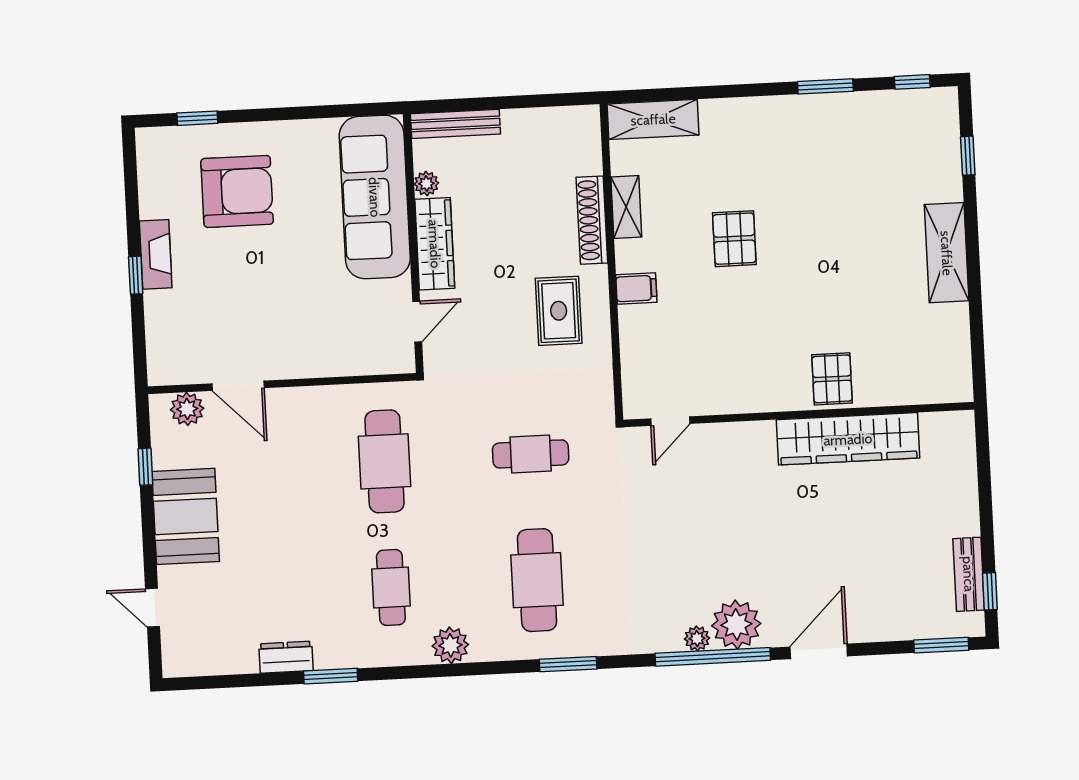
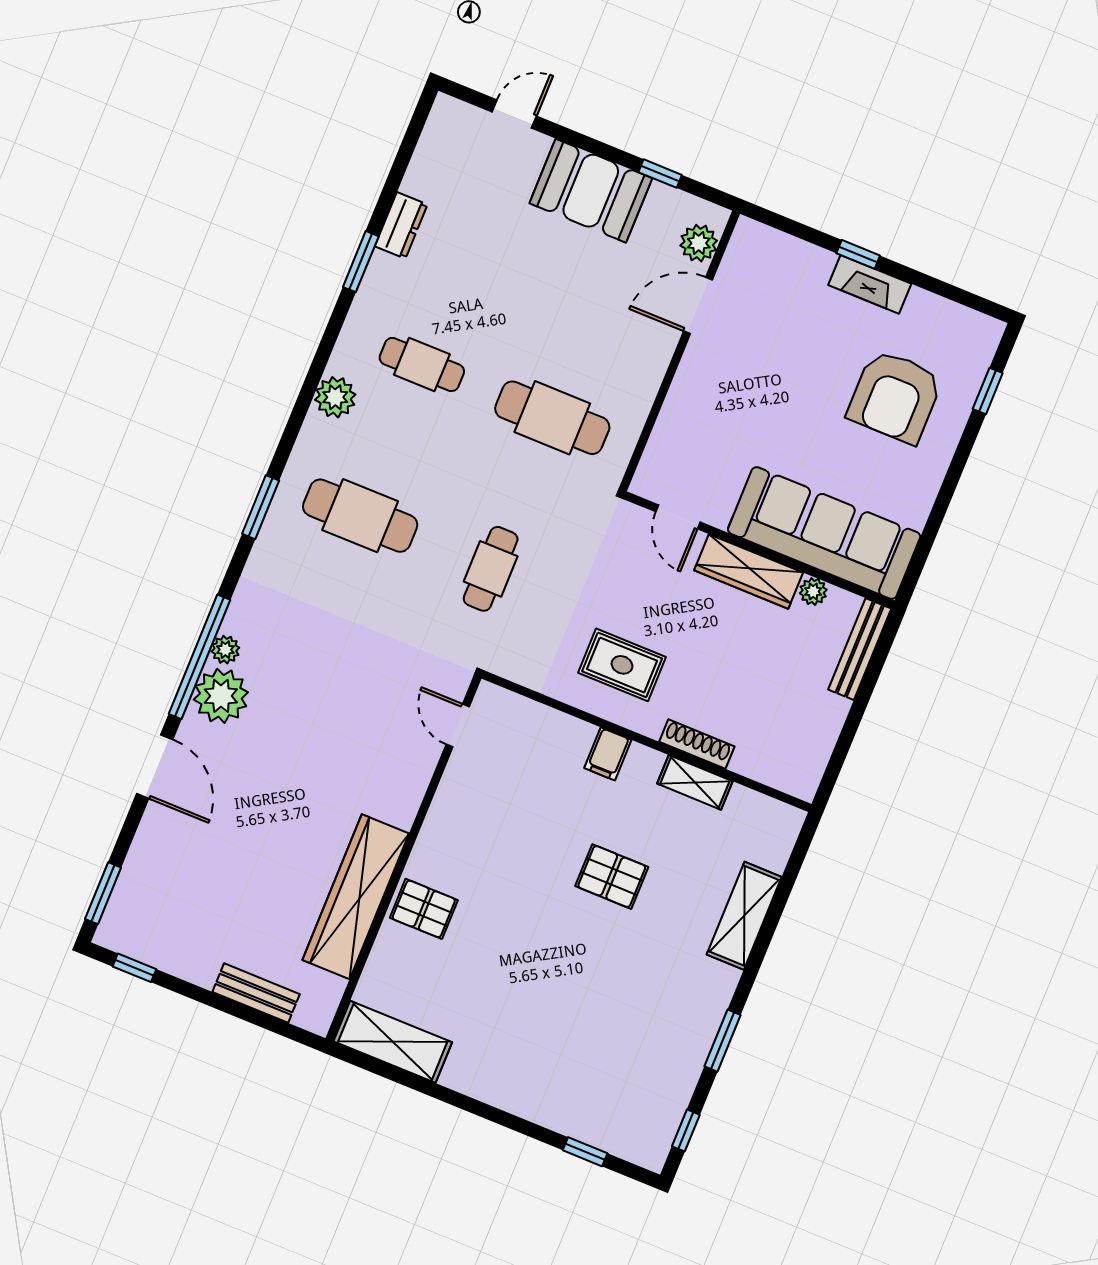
shelving: (653, 119) -> (744, 916), moved
shoe rack: (592, 220) -> (697, 744), width x0.74, depth x0.81
shelving: (947, 253) -> (393, 1042), moved
bench: (969, 574) -> (256, 993), moved

